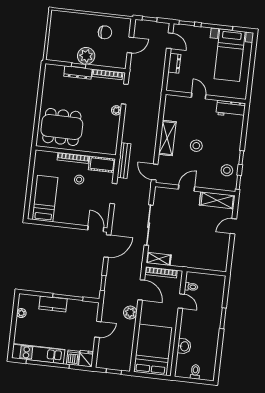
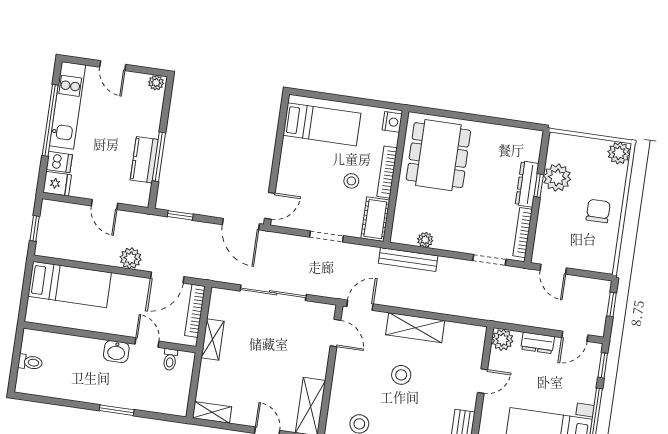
plant: (57, 17) -> (619, 153), added
chair: (105, 32) -> (598, 211), moved, turned 180
door: (130, 45) -> (553, 269), moved
plant: (86, 56) -> (557, 178), moved
plant: (173, 85) -> (502, 340), added
plant: (116, 110) -> (425, 240), moved
nightstand: (42, 156) -> (392, 122), added
bench: (124, 161) -> (408, 259), moved
door: (186, 188) -> (335, 333), moved
shelving: (159, 259) -> (213, 339), moved
shelving: (223, 260) -> (212, 412), added
door: (181, 301) -> (147, 343), swing flipped
kitchen counter: (53, 304) -> (144, 160), moved
plant: (21, 313) -> (156, 83), moved
door: (13, 327) -> (113, 66), added
washbasin: (184, 346) -> (116, 352), moved
bed: (153, 350) -> (70, 284), width x0.67

